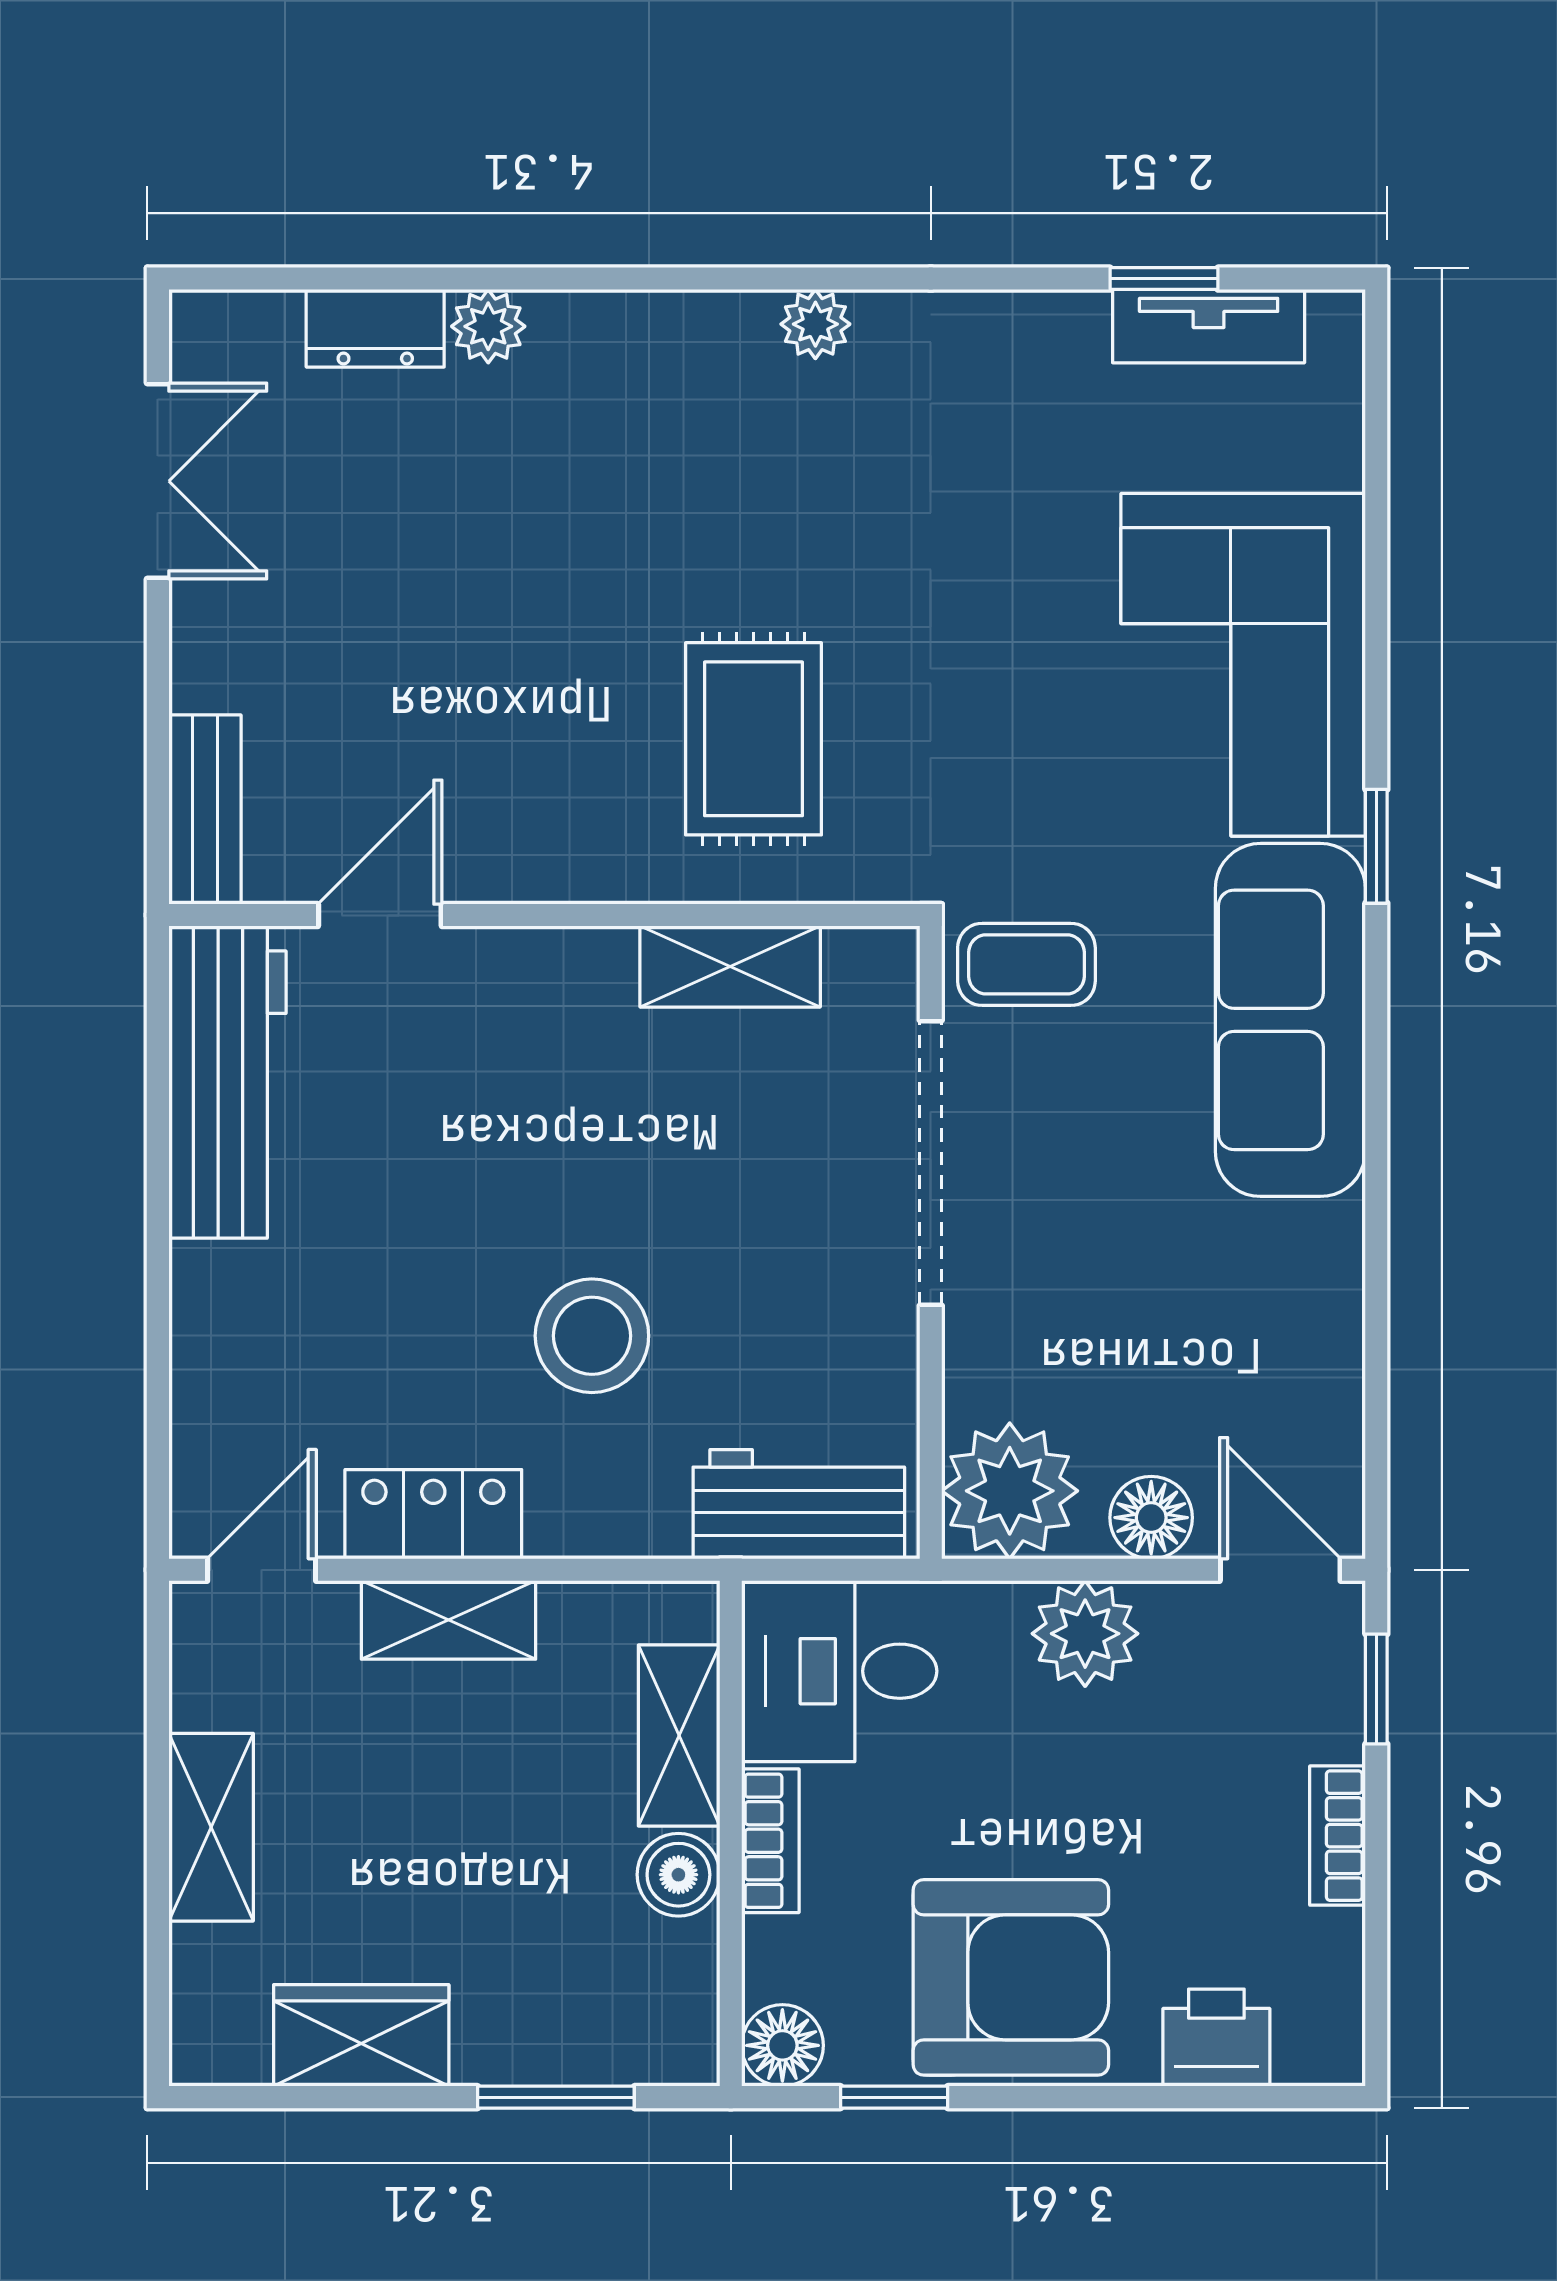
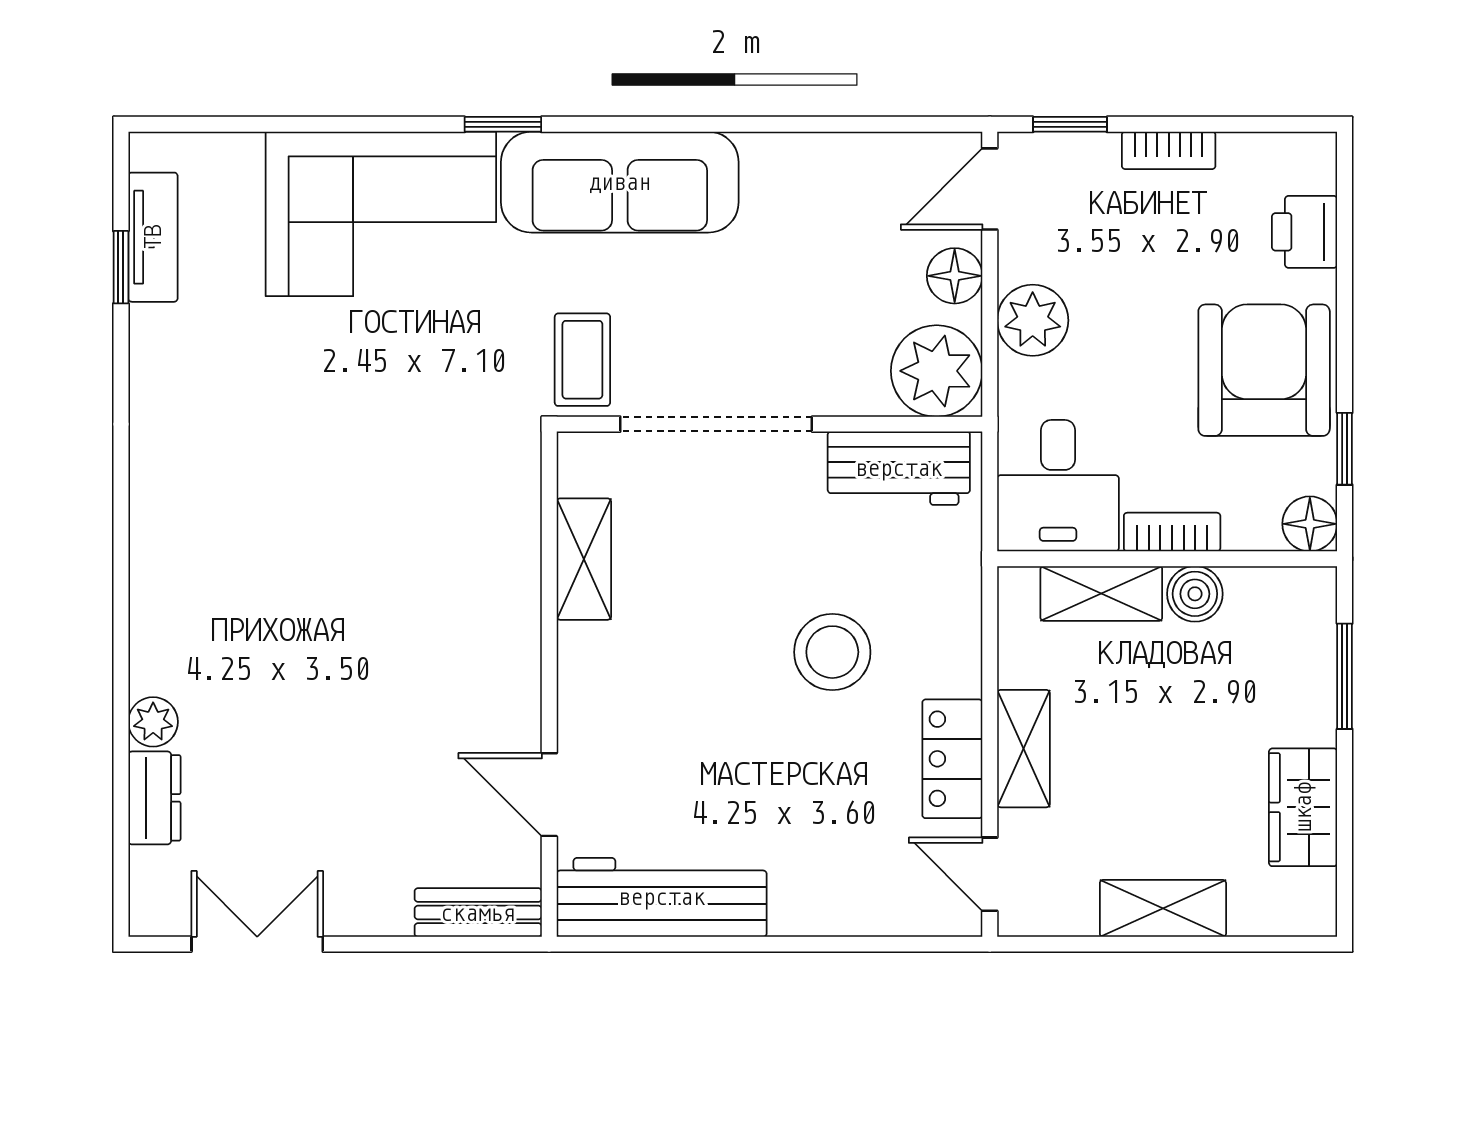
plant: (815, 324) -> (152, 502), removed
rug: (754, 739) -> (431, 543), removed
workbench: (799, 1504) -> (899, 468), moved, turned -90

